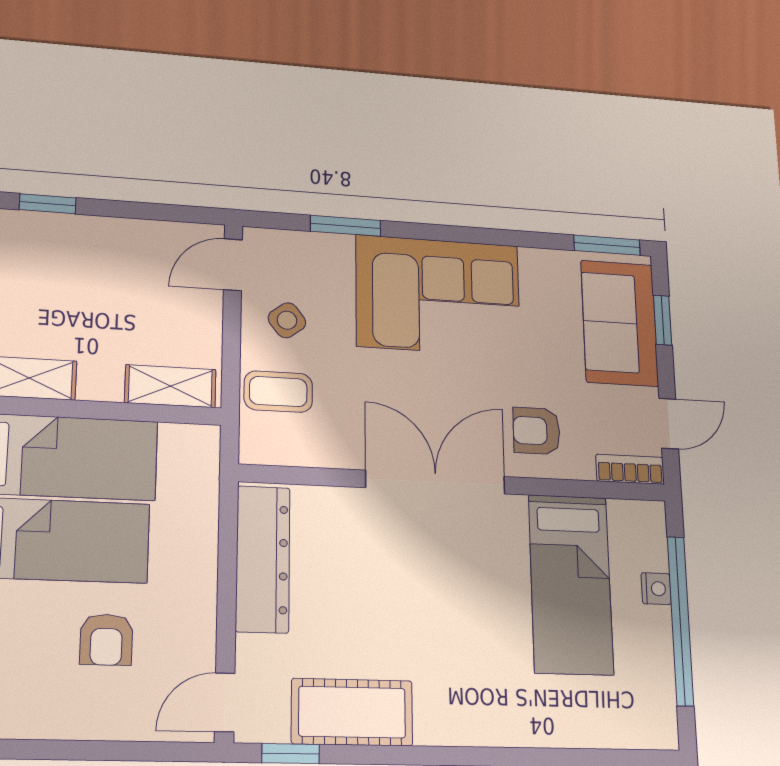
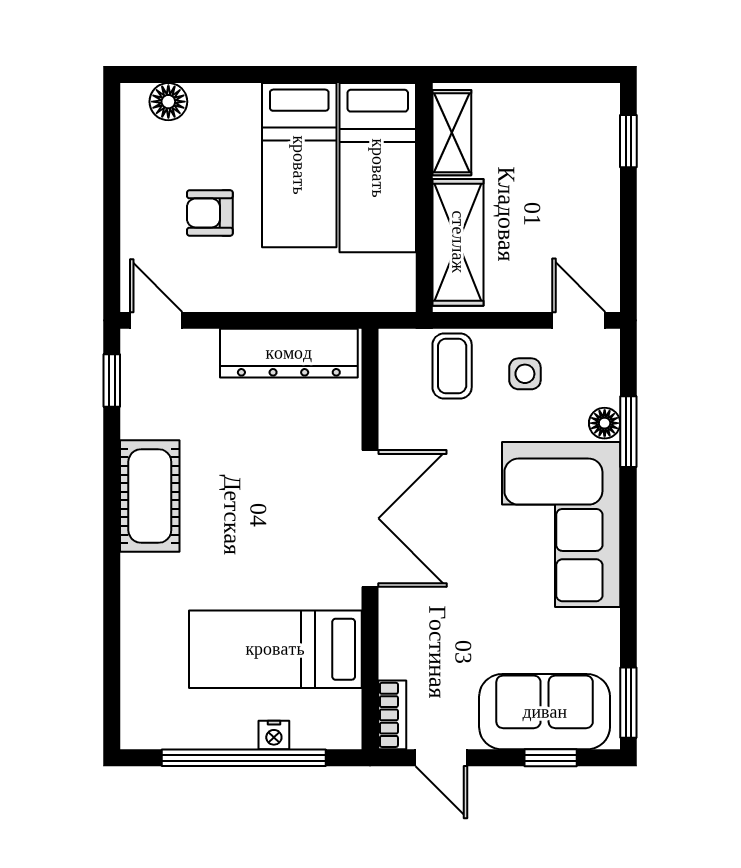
floor lamp: (337, 248) -> (605, 423), added
side table: (287, 320) -> (525, 374), turned 37
shelving: (170, 386) -> (458, 242), width x1.50, depth x1.33
armchair: (537, 431) -> (426, 621), removed
cot: (352, 712) -> (150, 496), moved

